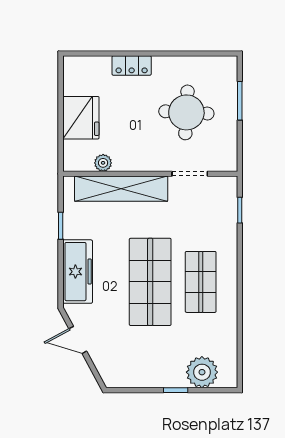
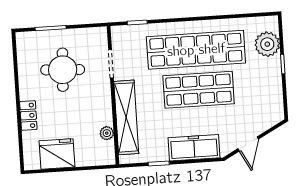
fridge: (81, 118) -> (57, 154), moved
shop shelf: (201, 282) -> (196, 50), width x2.00, depth x1.36

